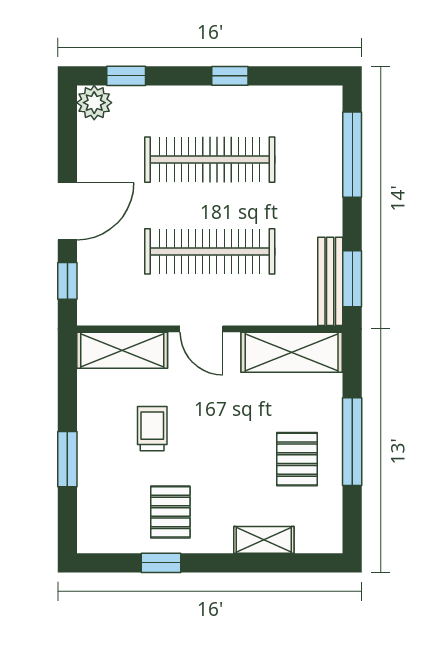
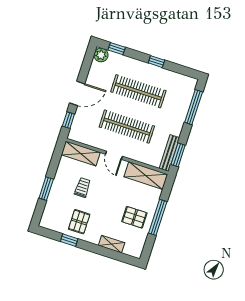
pallet: (297, 459) -> (134, 217), turned 90

